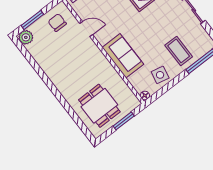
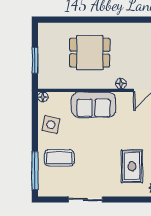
floor lamp: (93, 48) -> (121, 84), added
dining table: (99, 106) -> (90, 53), moved

